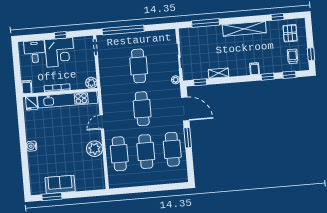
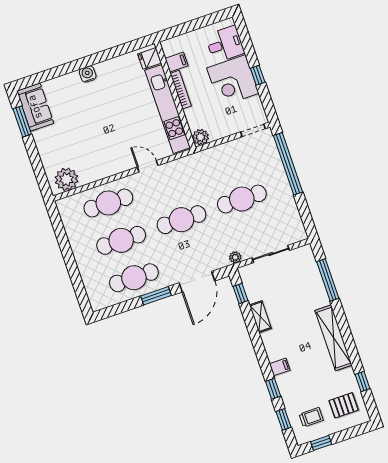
filing cabinet: (27, 87) -> (176, 62), moved
plant: (95, 149) -> (66, 179), moved
sofa: (60, 184) -> (35, 107), moved

